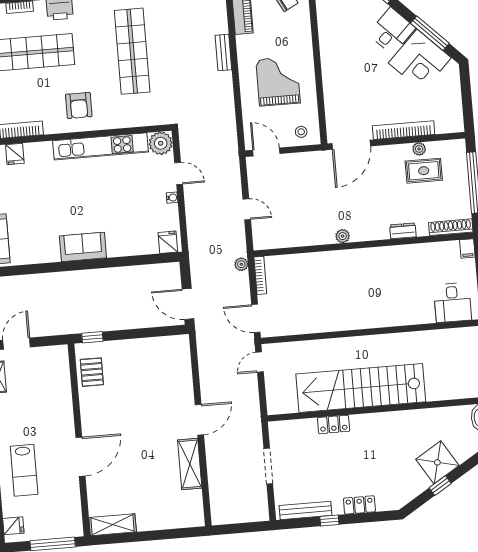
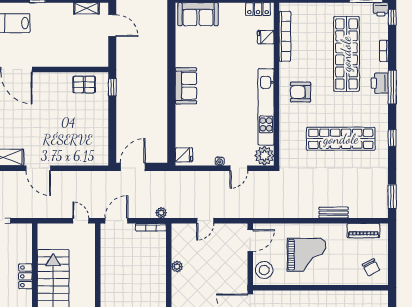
stool: (301, 132) -> (264, 270), width x1.89, depth x1.89
plant: (343, 236) -> (177, 267), moved

